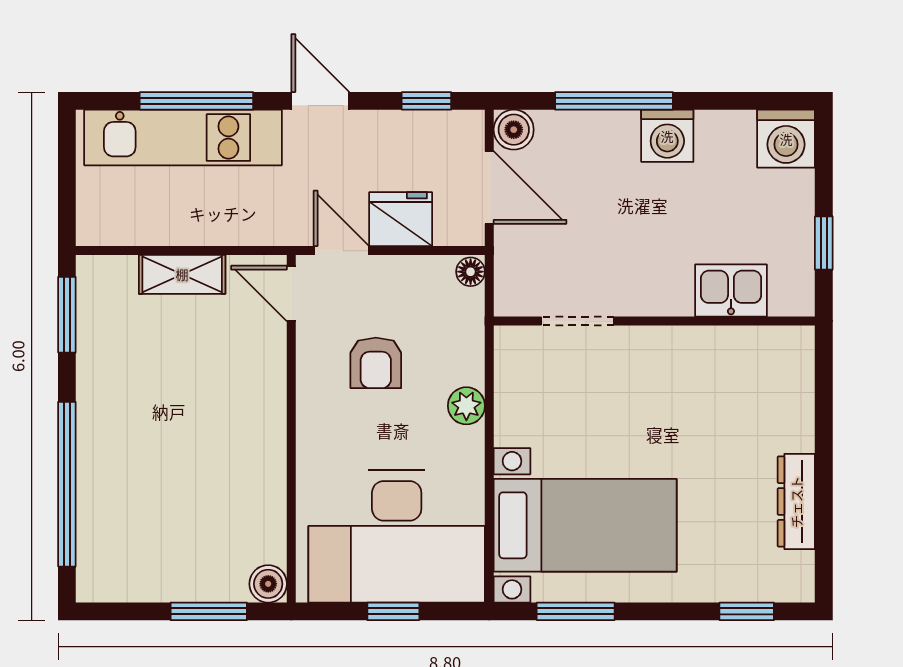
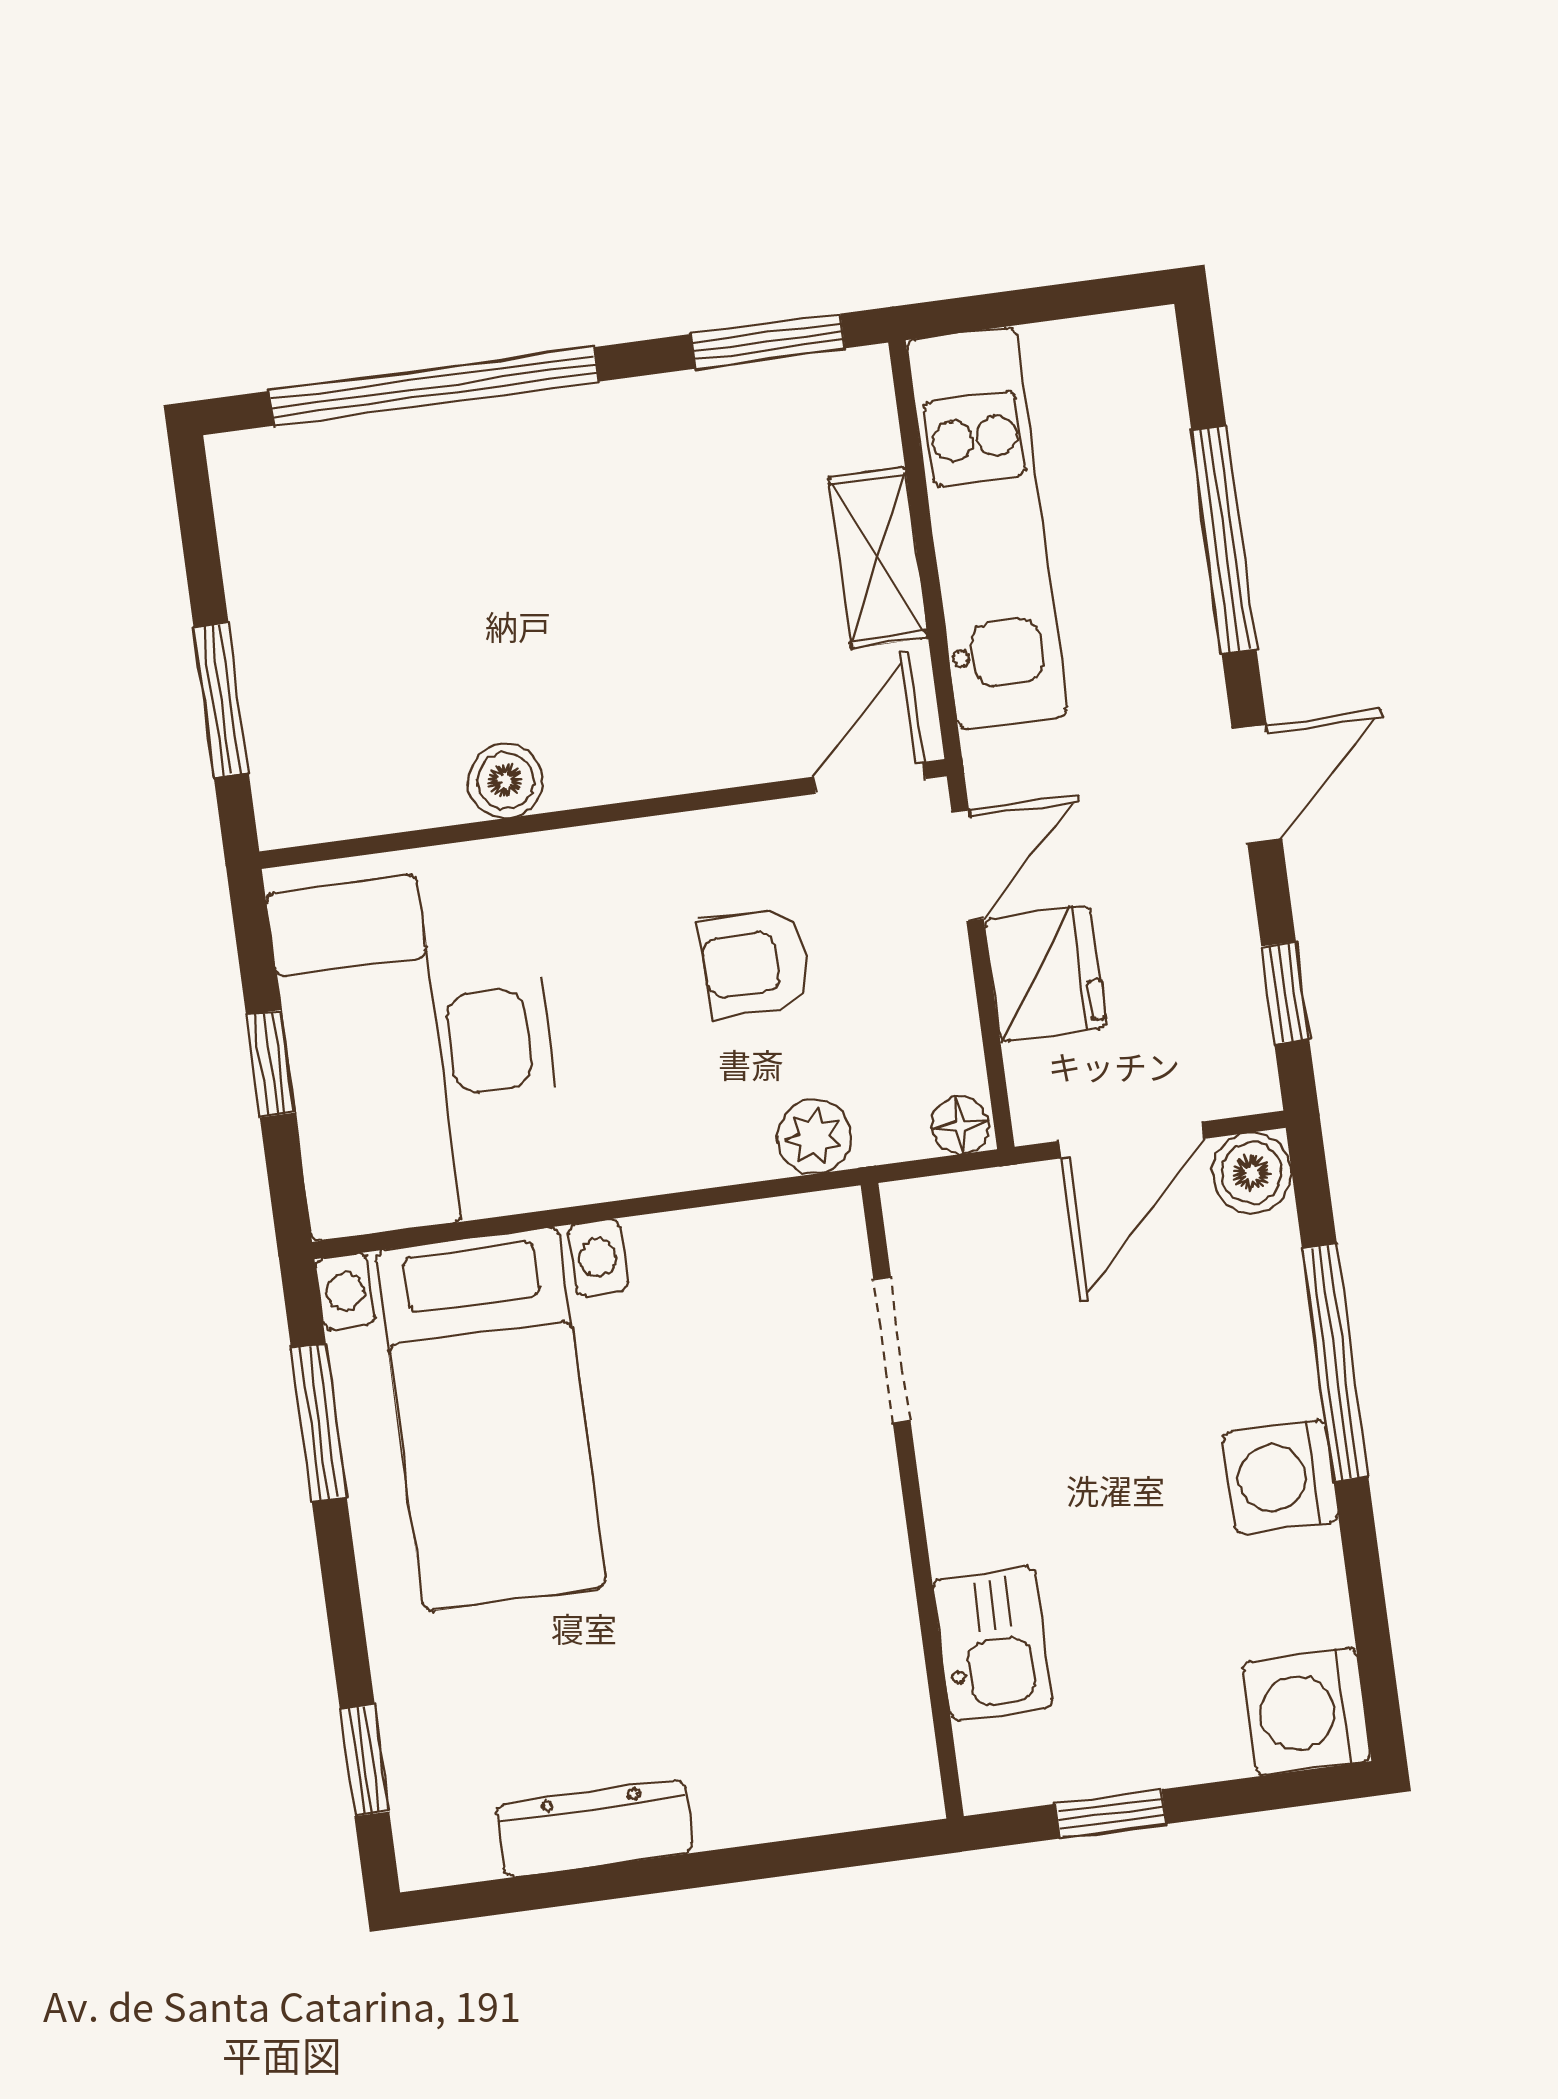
kitchen unit: (183, 138) -> (987, 528), moved, turned 180
plant: (466, 406) -> (814, 1137), moved
boiler: (268, 584) -> (505, 781), moved

